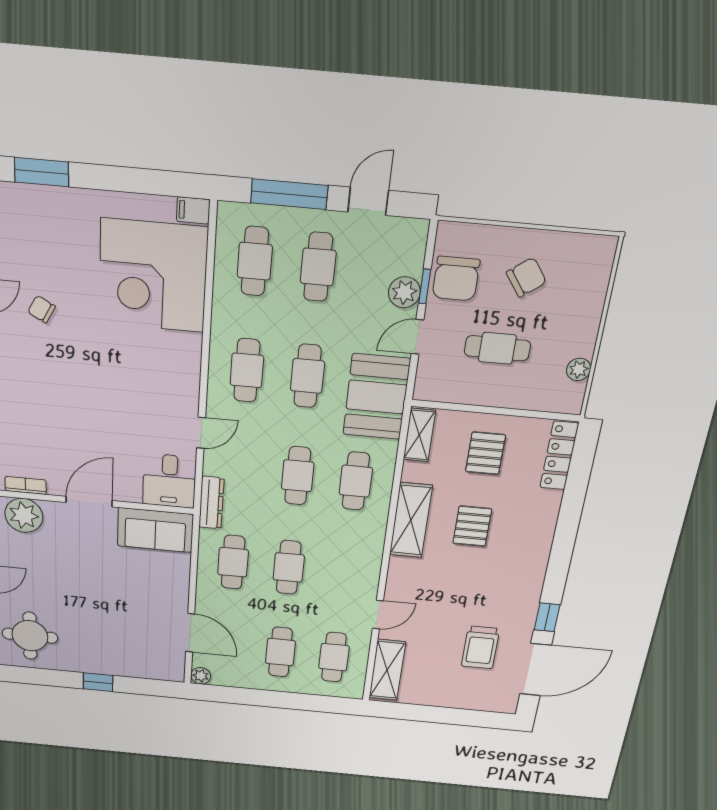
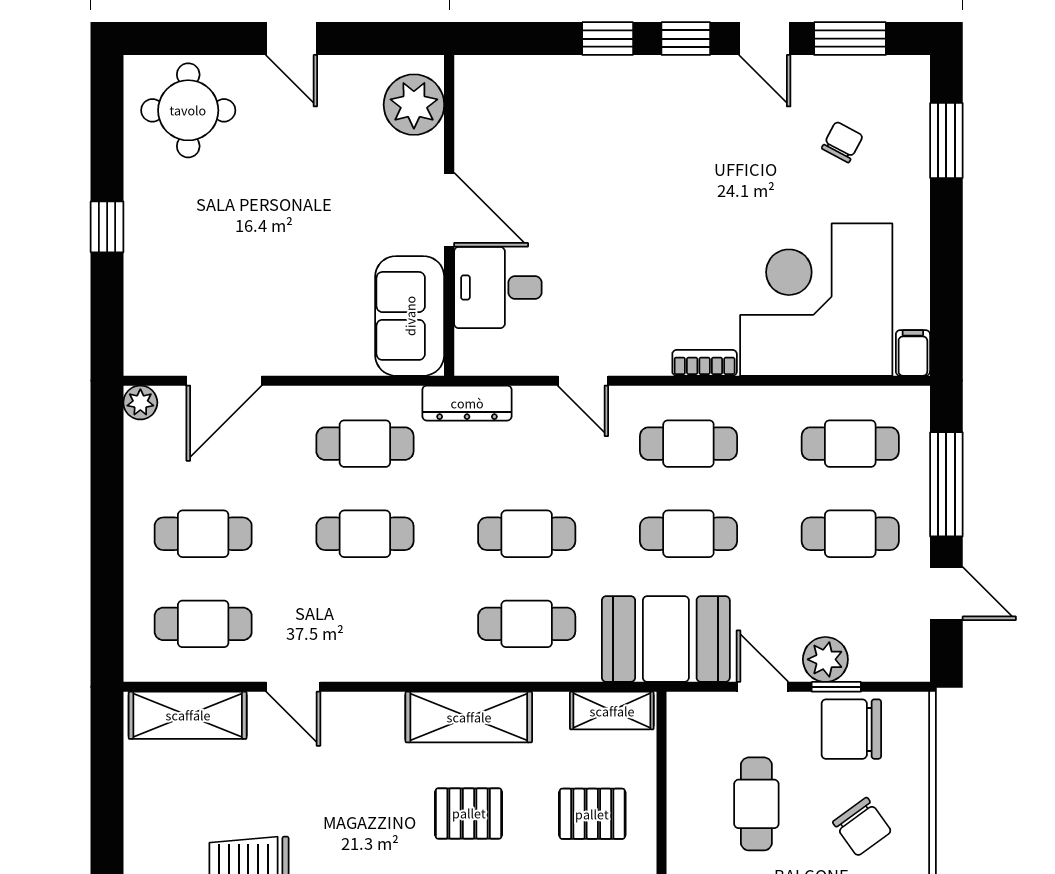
chair: (42, 309) -> (842, 142), moved
desk: (169, 481) -> (498, 288), moved
bookcase: (26, 485) -> (705, 363), moved, turned -90

